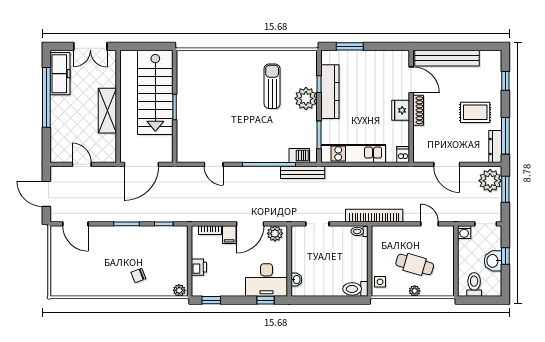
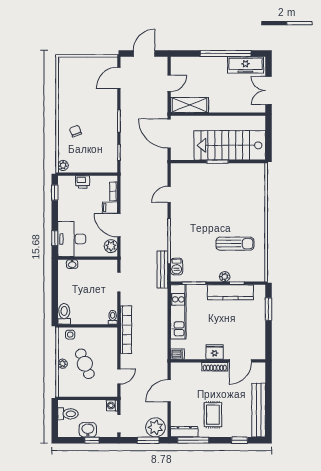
bench: (447, 58) -> (259, 410), moved
plant: (306, 98) -> (225, 277), width x0.53, depth x0.53
shelving: (107, 111) -> (190, 105), moved
cafe table: (415, 264) -> (85, 364), turned -38

